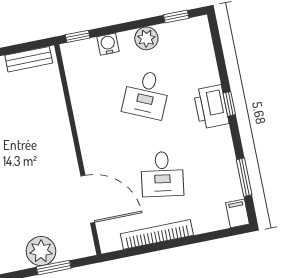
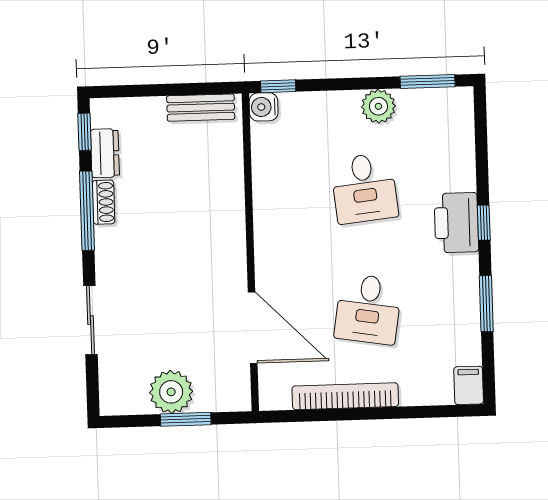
window: (176, 17) -> (428, 82), width x1.50
water cooler: (108, 44) -> (264, 107), moved, turned -90
desk: (146, 94) -> (364, 188), turned -30
window: (244, 177) -> (486, 304), moved

